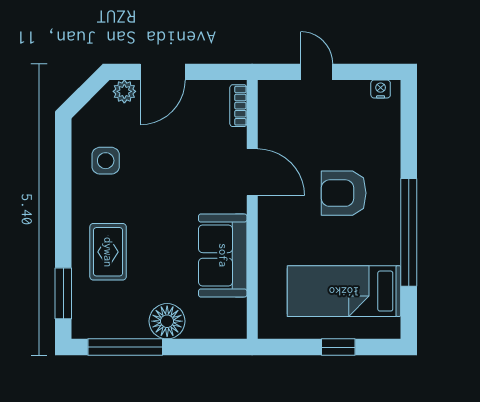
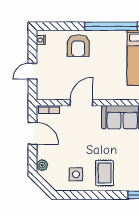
door: (163, 72) -> (32, 133), moved
armchair: (344, 193) -> (78, 46), moved
rug: (108, 252) -> (105, 173), moved, turned 90

